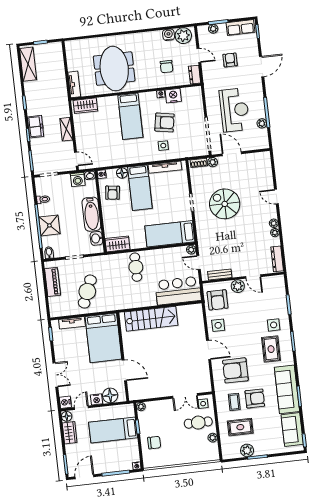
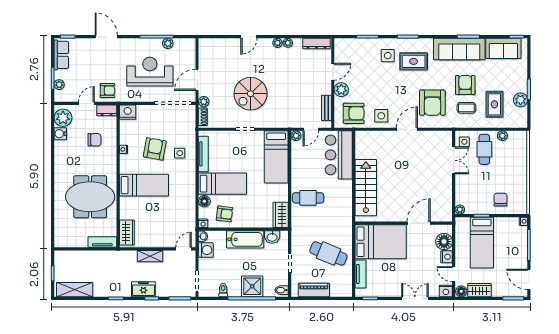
armchair: (230, 60) -> (107, 90), moved, turned 180
nightstand: (173, 96) -> (128, 112), moved, turned 90

